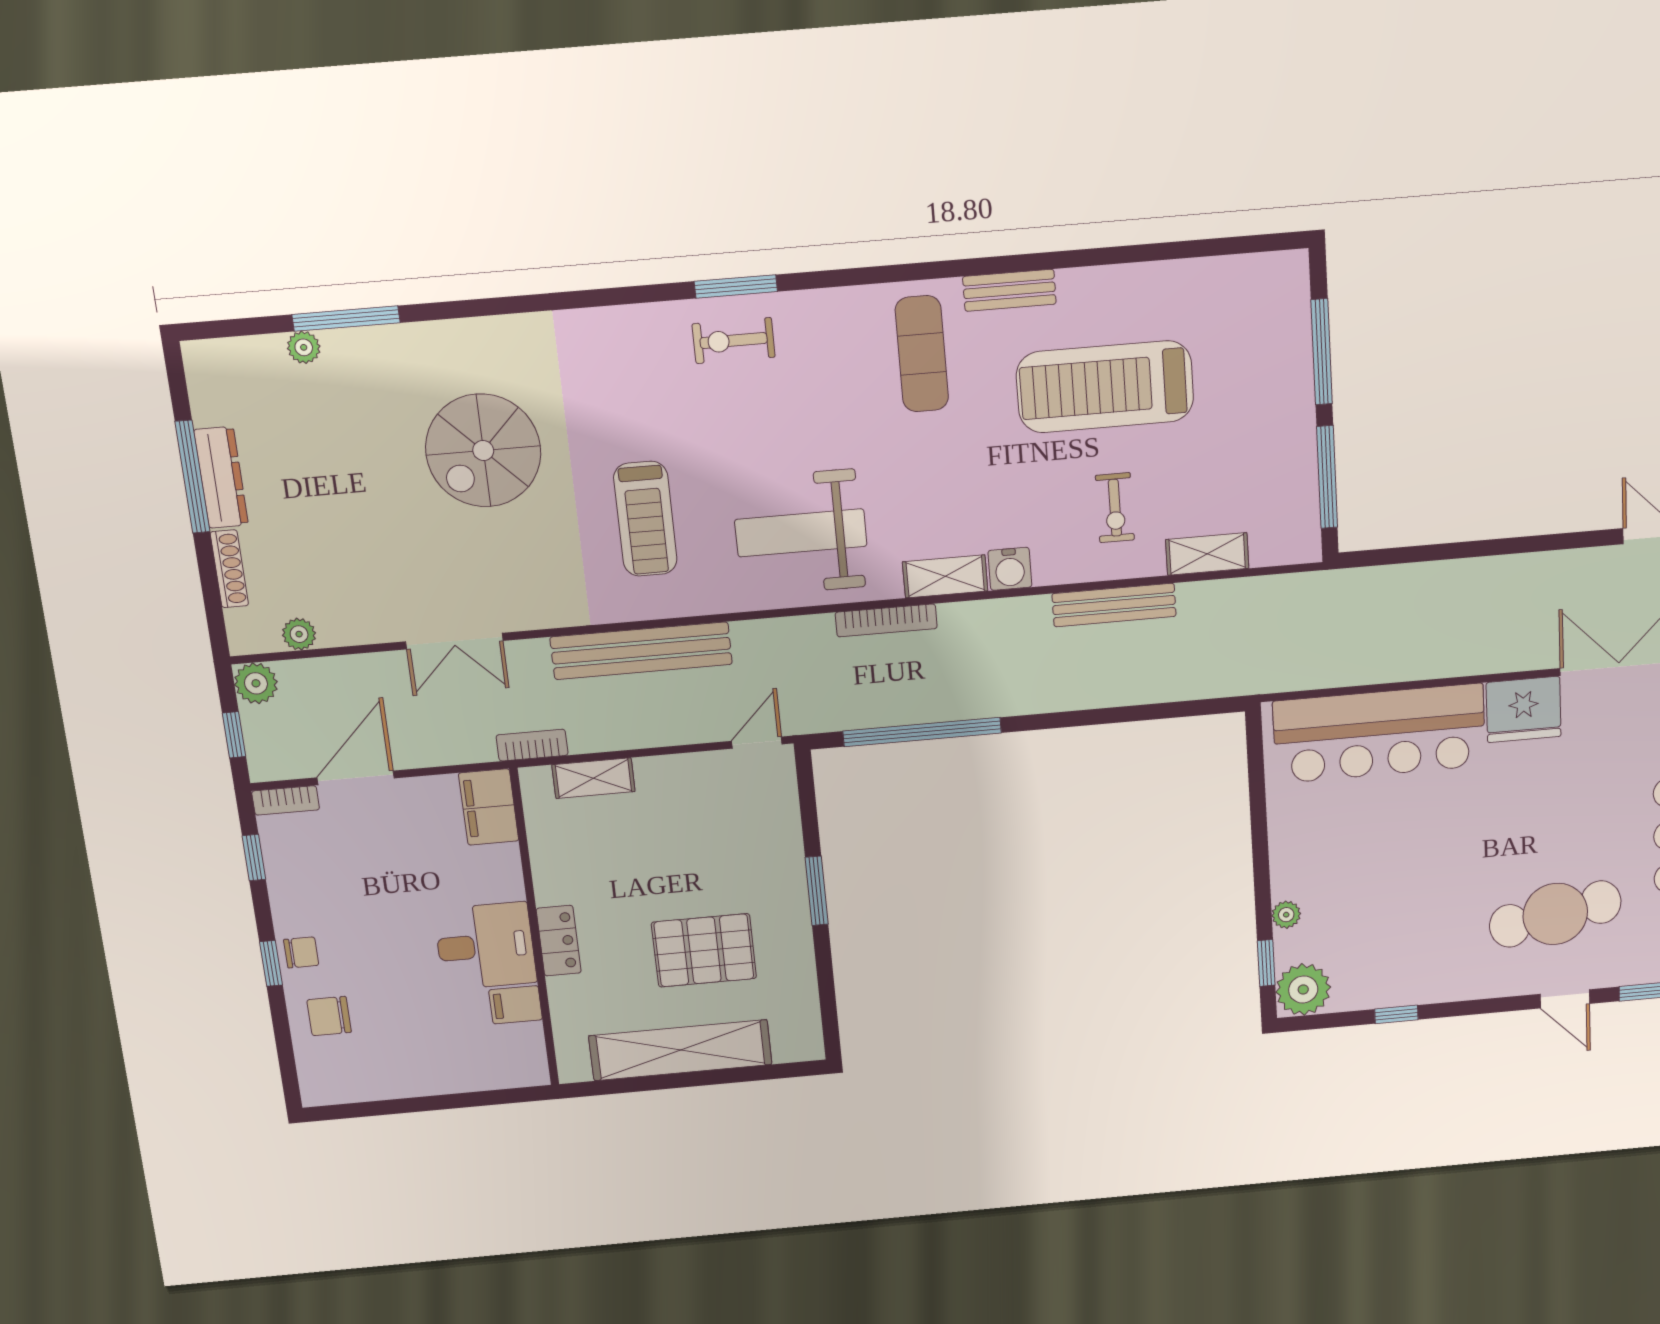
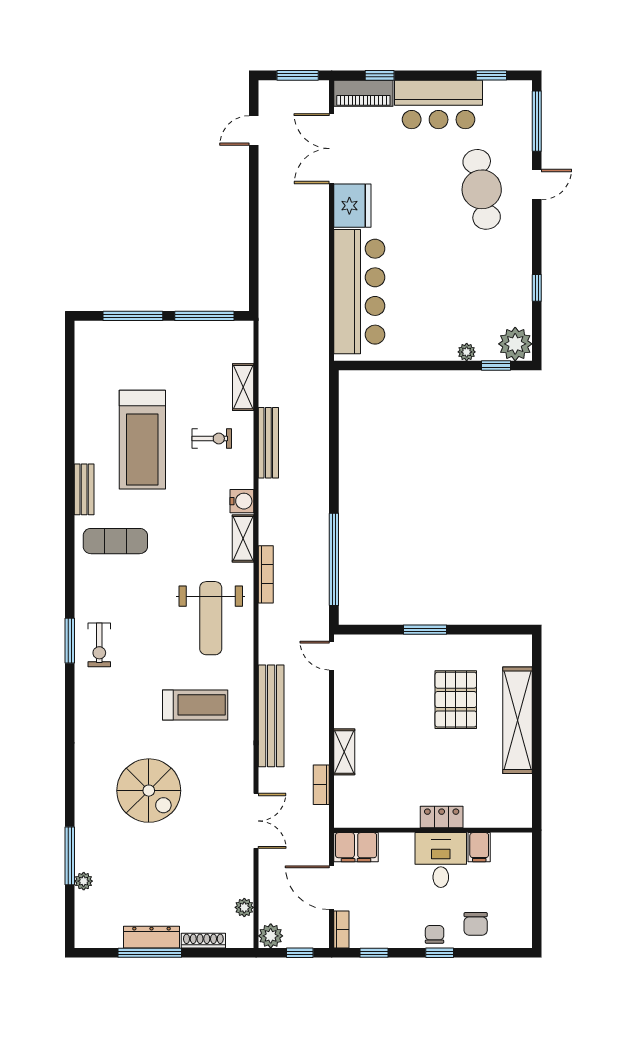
filing cabinet: (489, 807) -> (356, 847), moved
wall: (535, 929) -> (433, 830), moved
locker: (559, 941) -> (442, 817), moved
desk: (485, 946) -> (441, 860), moved
filing cabinet: (516, 1005) -> (479, 847), moved

